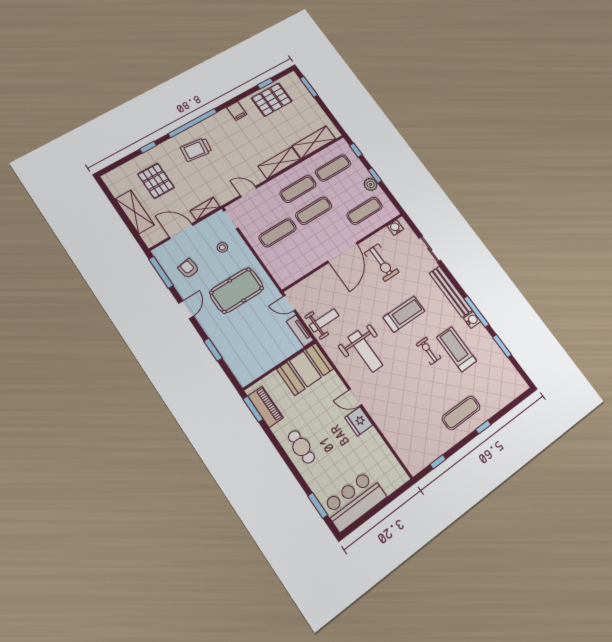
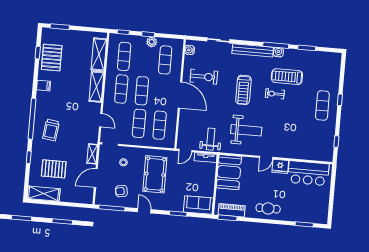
door: (248, 192) -> (101, 120), swing flipped
shelving: (135, 212) -> (44, 194), moved
exercise mat: (294, 255) -> (160, 125), added
treadmill: (404, 314) -> (243, 90), turned 180
sofa: (241, 364) -> (198, 205), added
bar counter: (354, 501) -> (308, 173), moved, turned -90

